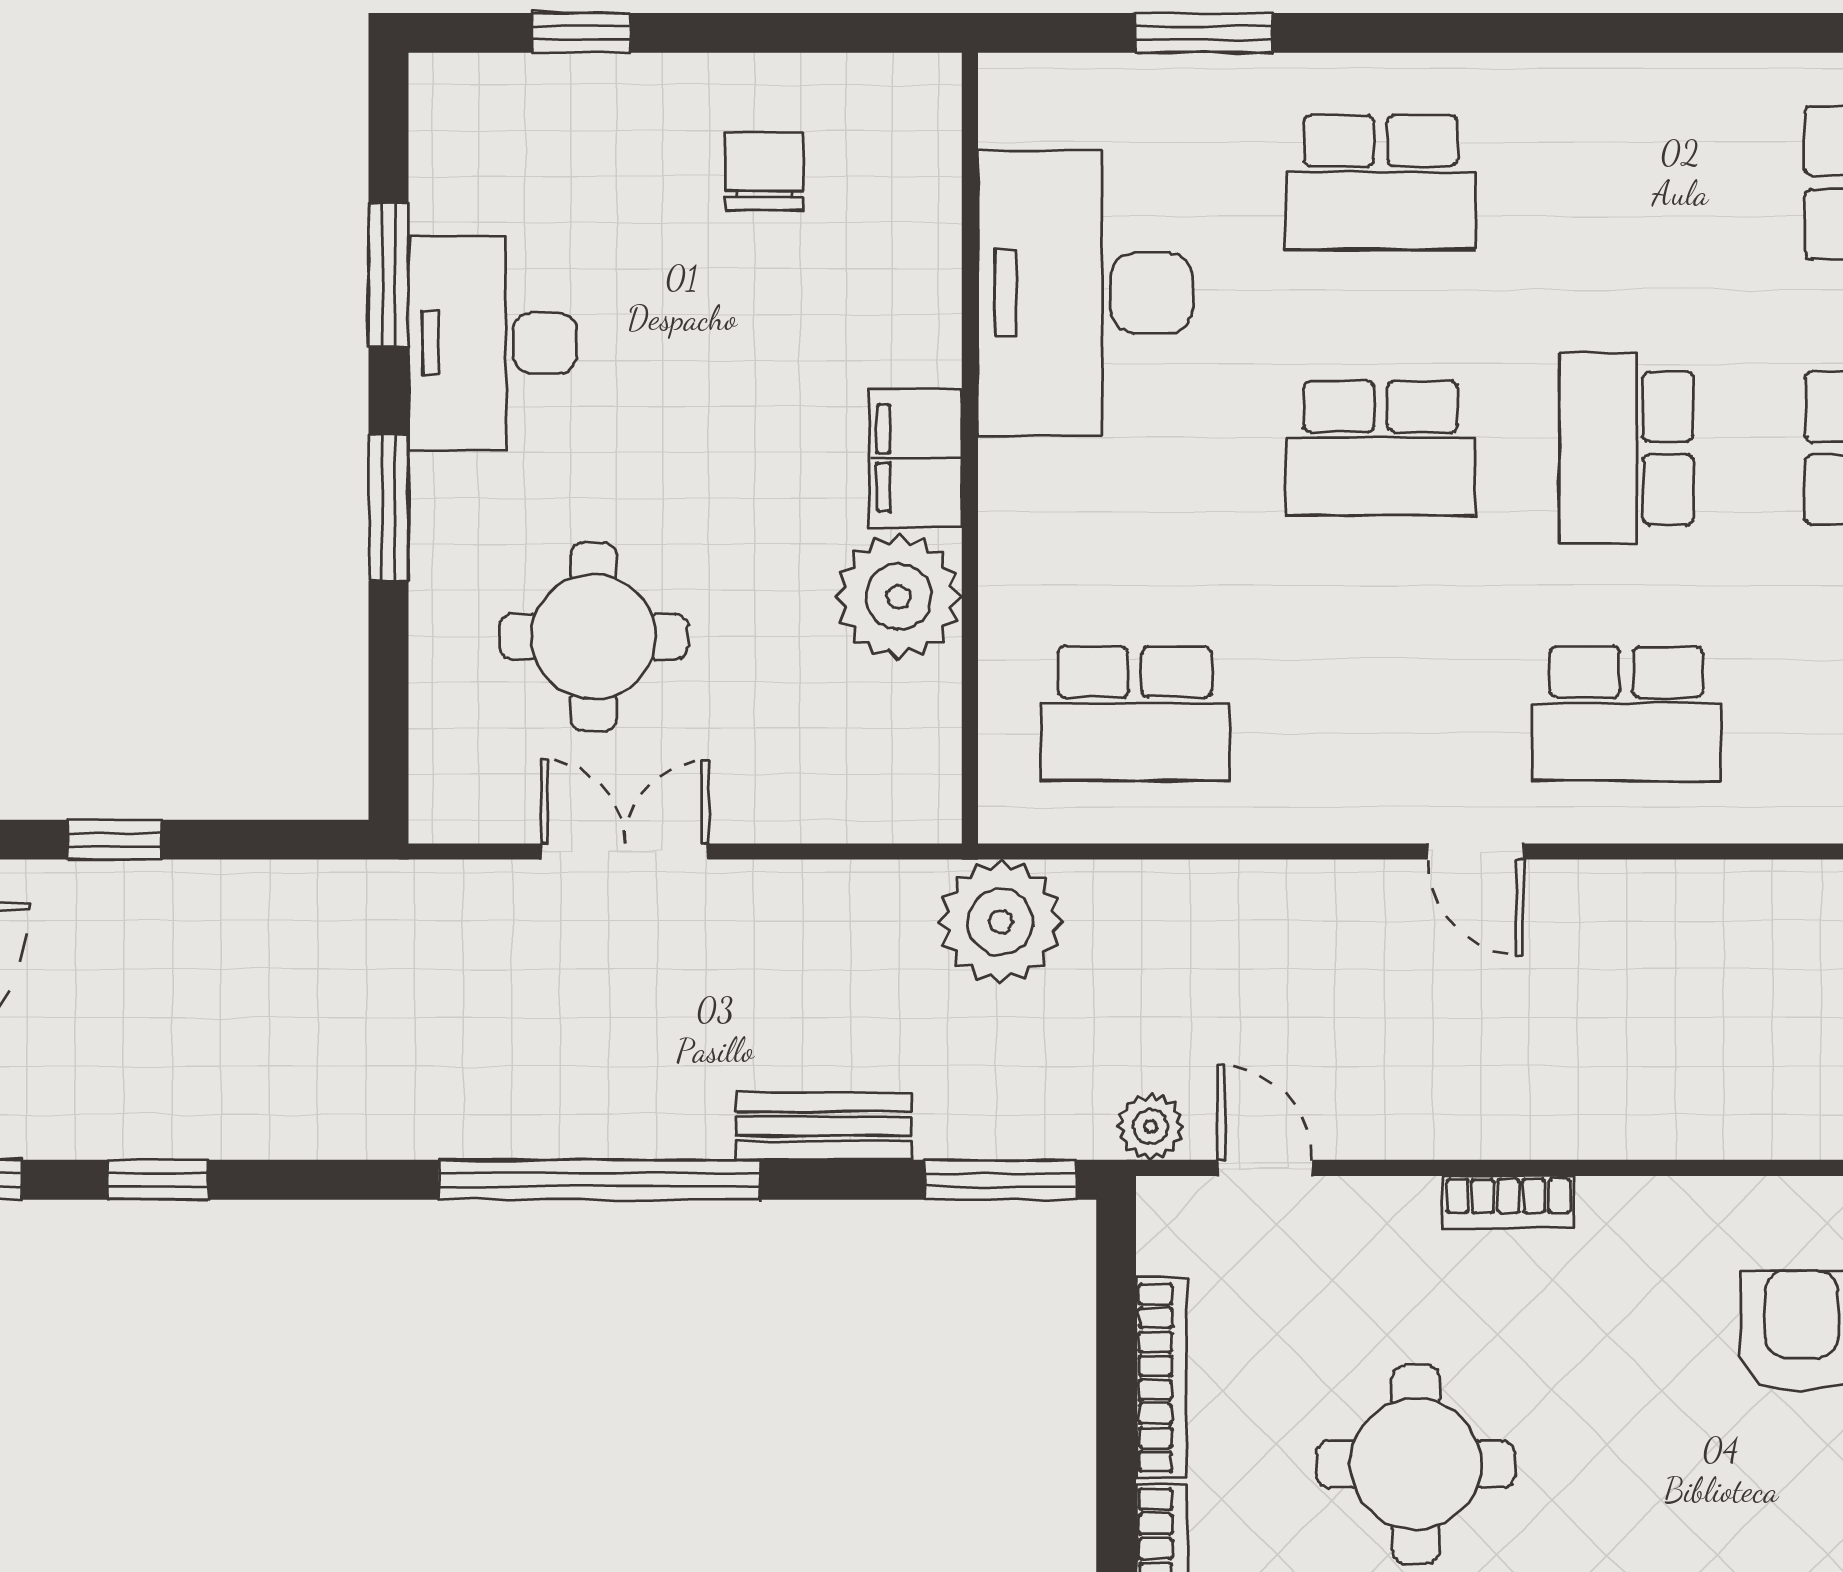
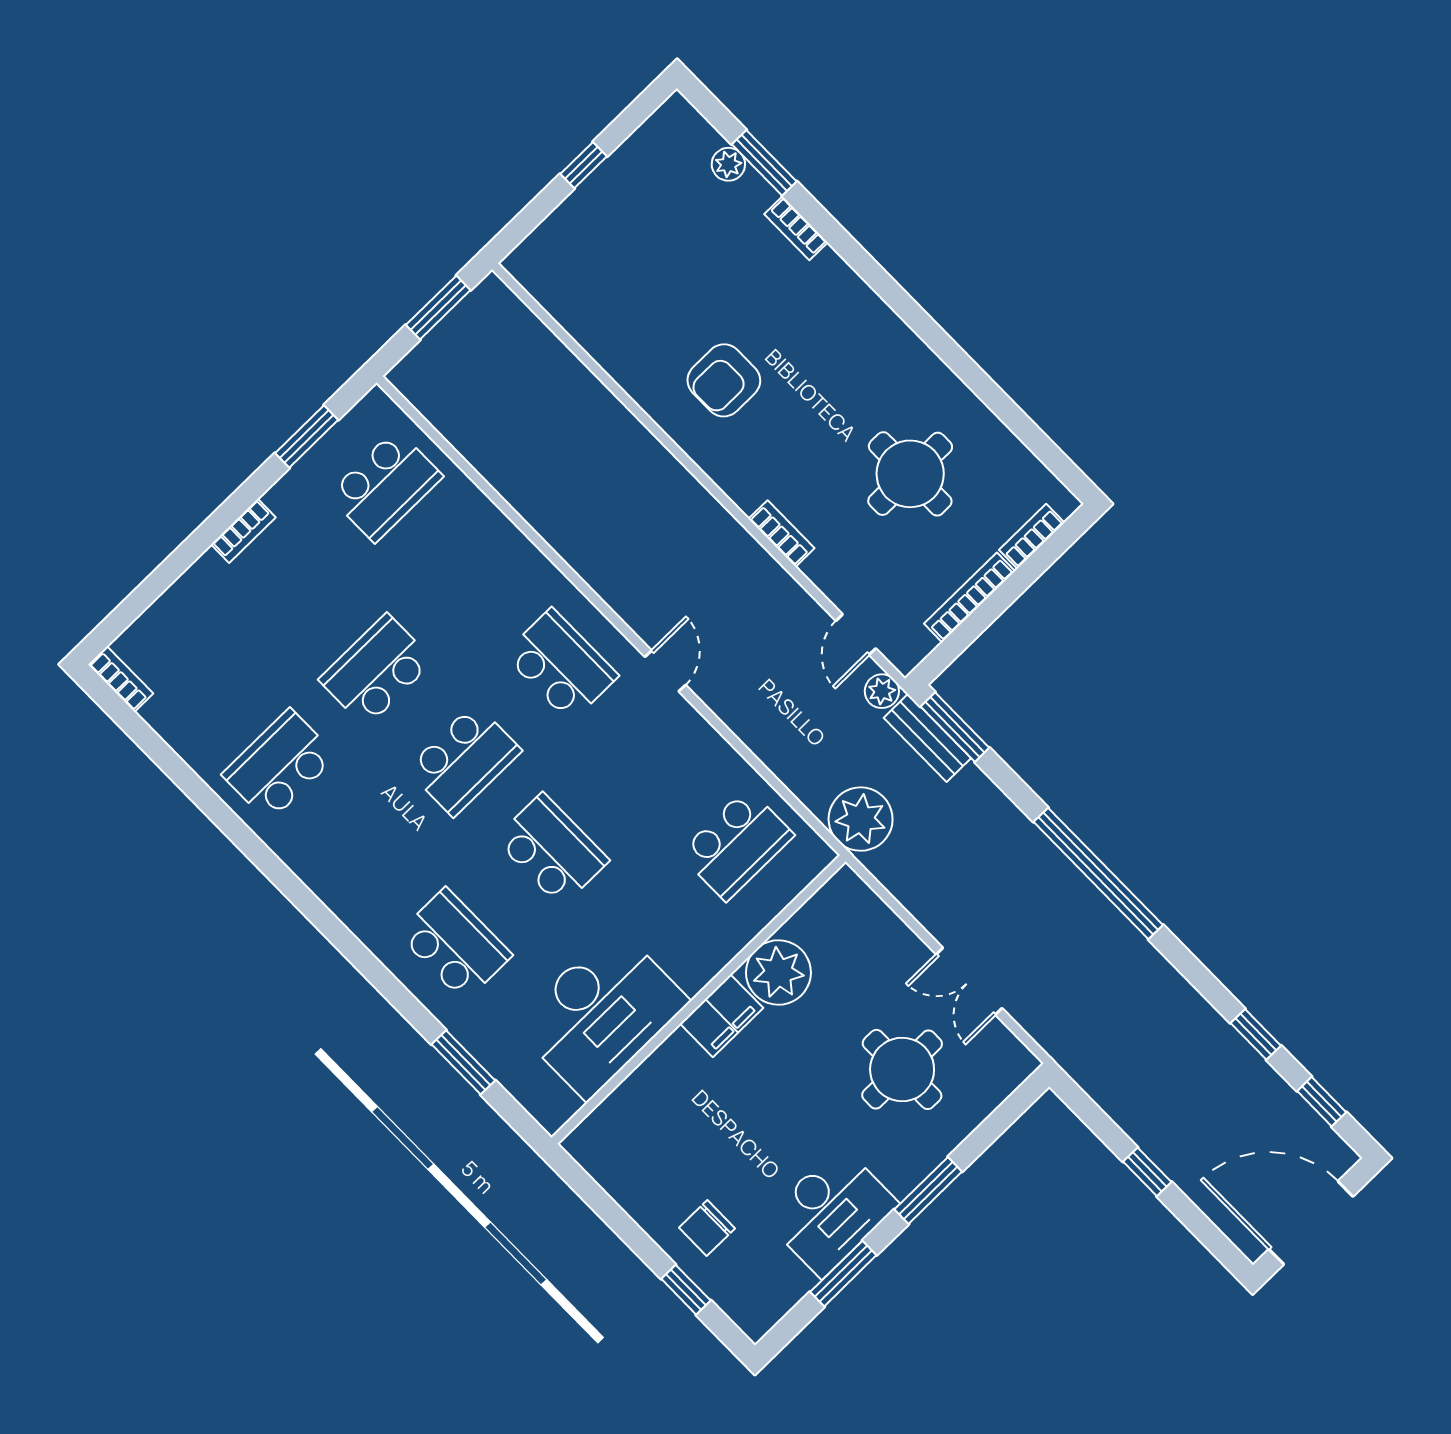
chair: (764, 171) -> (707, 1228), moved
school desk: (1135, 714) -> (737, 844), turned 90
bench: (824, 1126) -> (927, 738), moved

